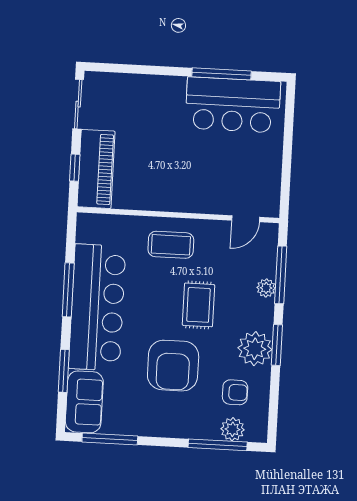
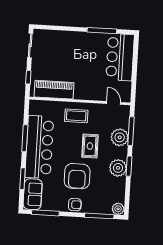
bar counter: (233, 105) -> (120, 57), moved, turned 90
piano: (96, 169) -> (54, 90), moved, turned -90
door: (246, 219) -> (114, 103), swing flipped
plant: (266, 288) -> (120, 137), width x1.87, depth x1.87
armchair: (235, 392) -> (75, 205), moved
plant: (233, 429) -> (118, 209), moved

